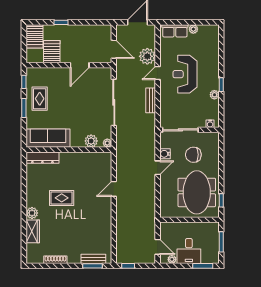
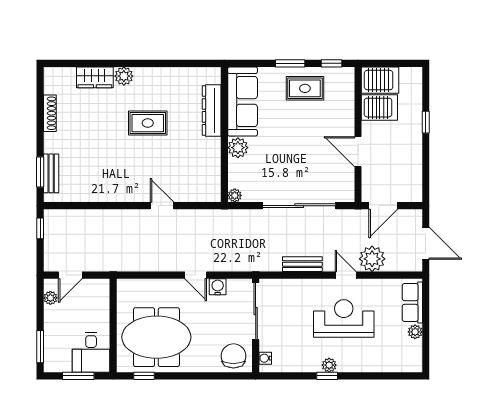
server rack: (34, 36) -> (380, 80), moved, turned 180
plant: (214, 95) -> (329, 365), moved
plant: (91, 141) -> (238, 148), moved
chair: (193, 155) -> (233, 356), moved
dresser: (42, 158) -> (212, 110), moved
rug: (62, 198) -> (148, 123), turned 90
desk: (189, 251) -> (91, 352), moved, turned -90

